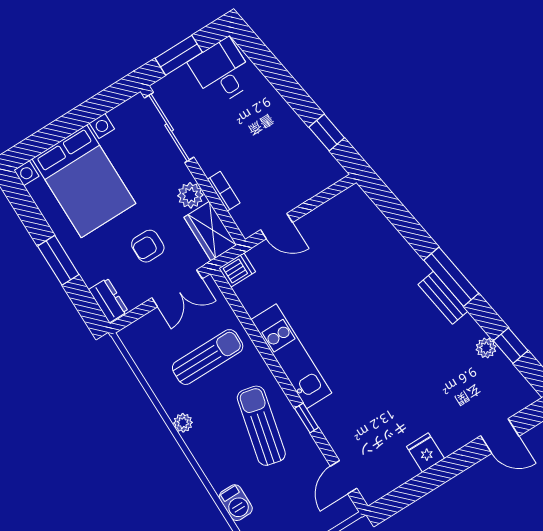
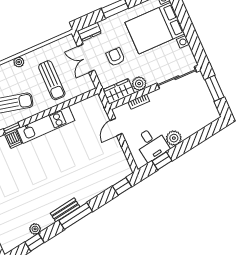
desk: (222, 72) -> (152, 144), moved, turned 81
plant: (281, 117) -> (174, 138), added
window: (384, 199) -> (122, 186), added
dishwasher: (237, 270) -> (13, 139), moved
double door: (177, 288) -> (86, 58), moved

